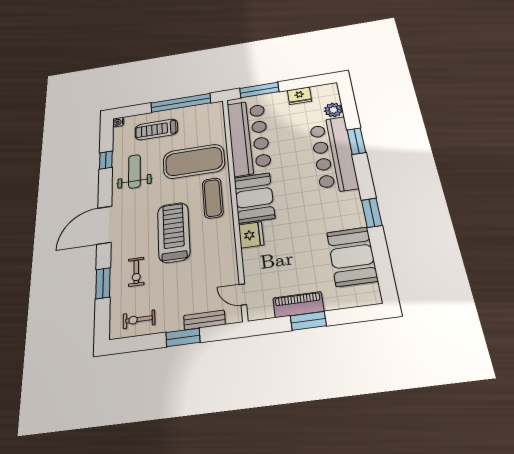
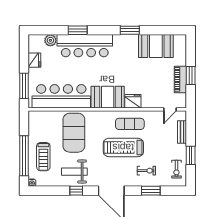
window: (181, 103) -> (24, 156), moved
window: (106, 160) -> (76, 191), moved
exercise mat: (213, 198) -> (130, 124), moved
window: (183, 337) -> (191, 155), moved

